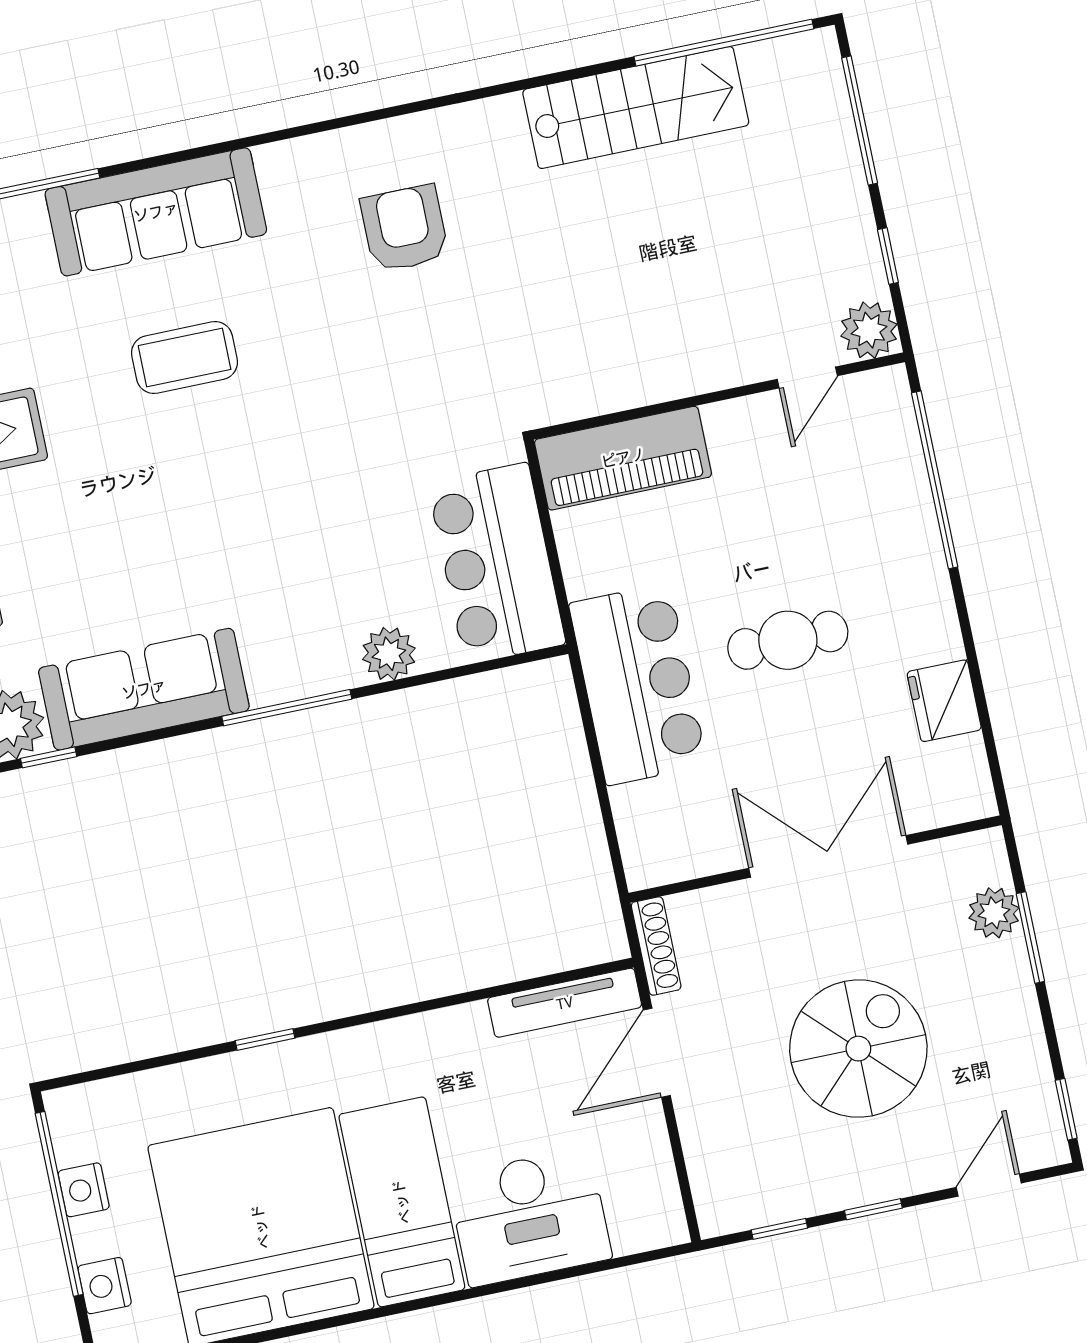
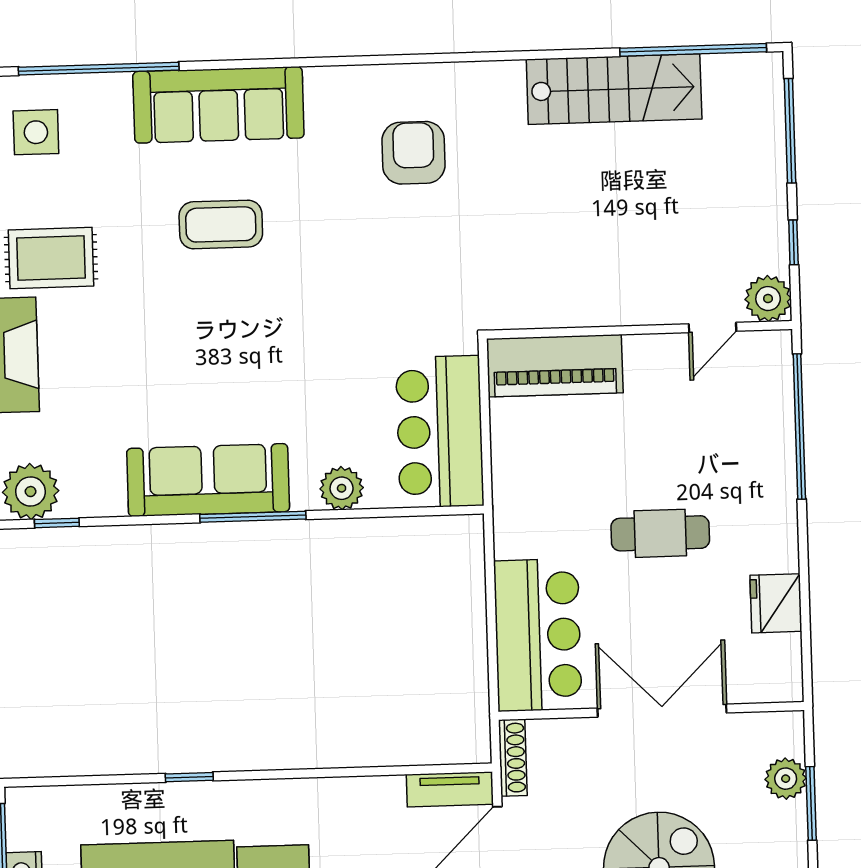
bar counter: (638, 684) -> (538, 635), moved
sofa: (144, 689) -> (208, 480), moved
tv unit: (565, 1003) -> (450, 789), width x0.71

